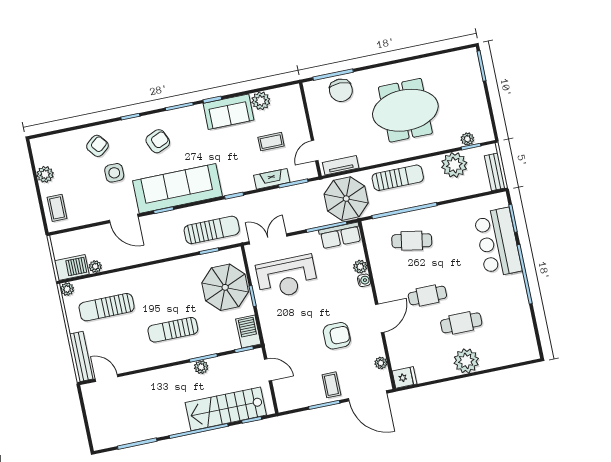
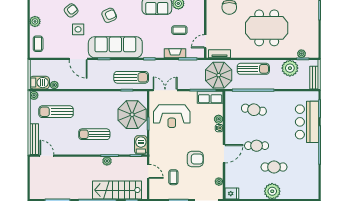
coffee table: (331, 385) -> (173, 177), moved

